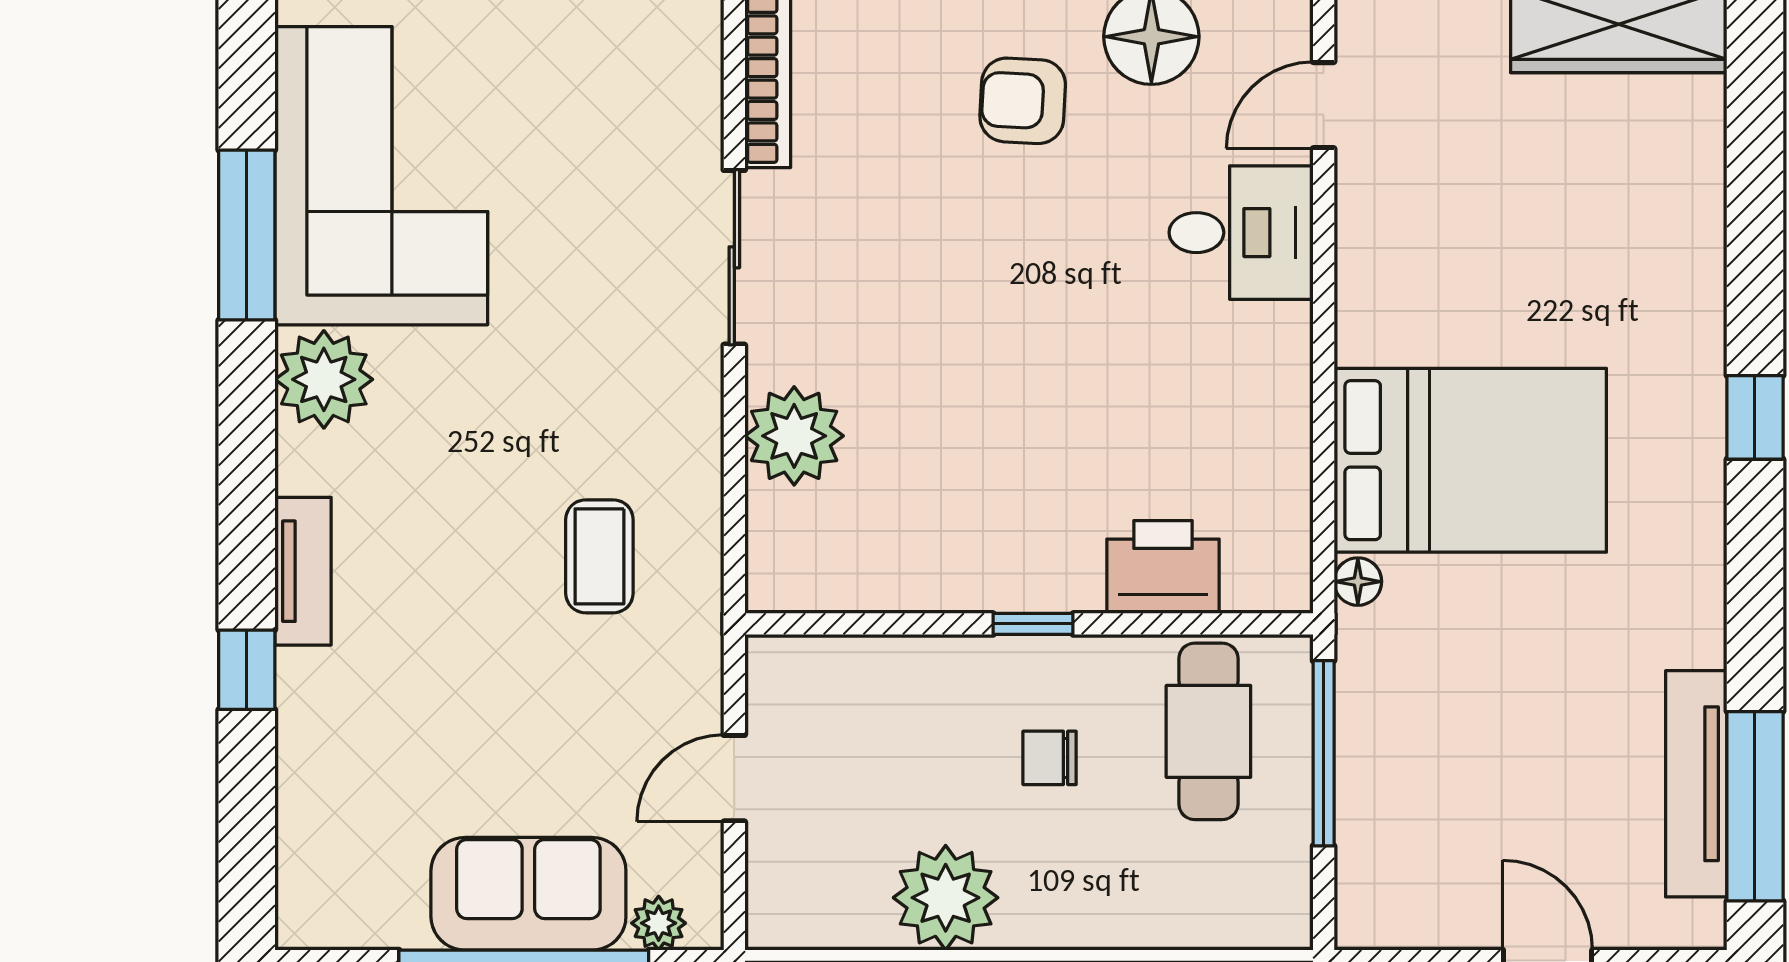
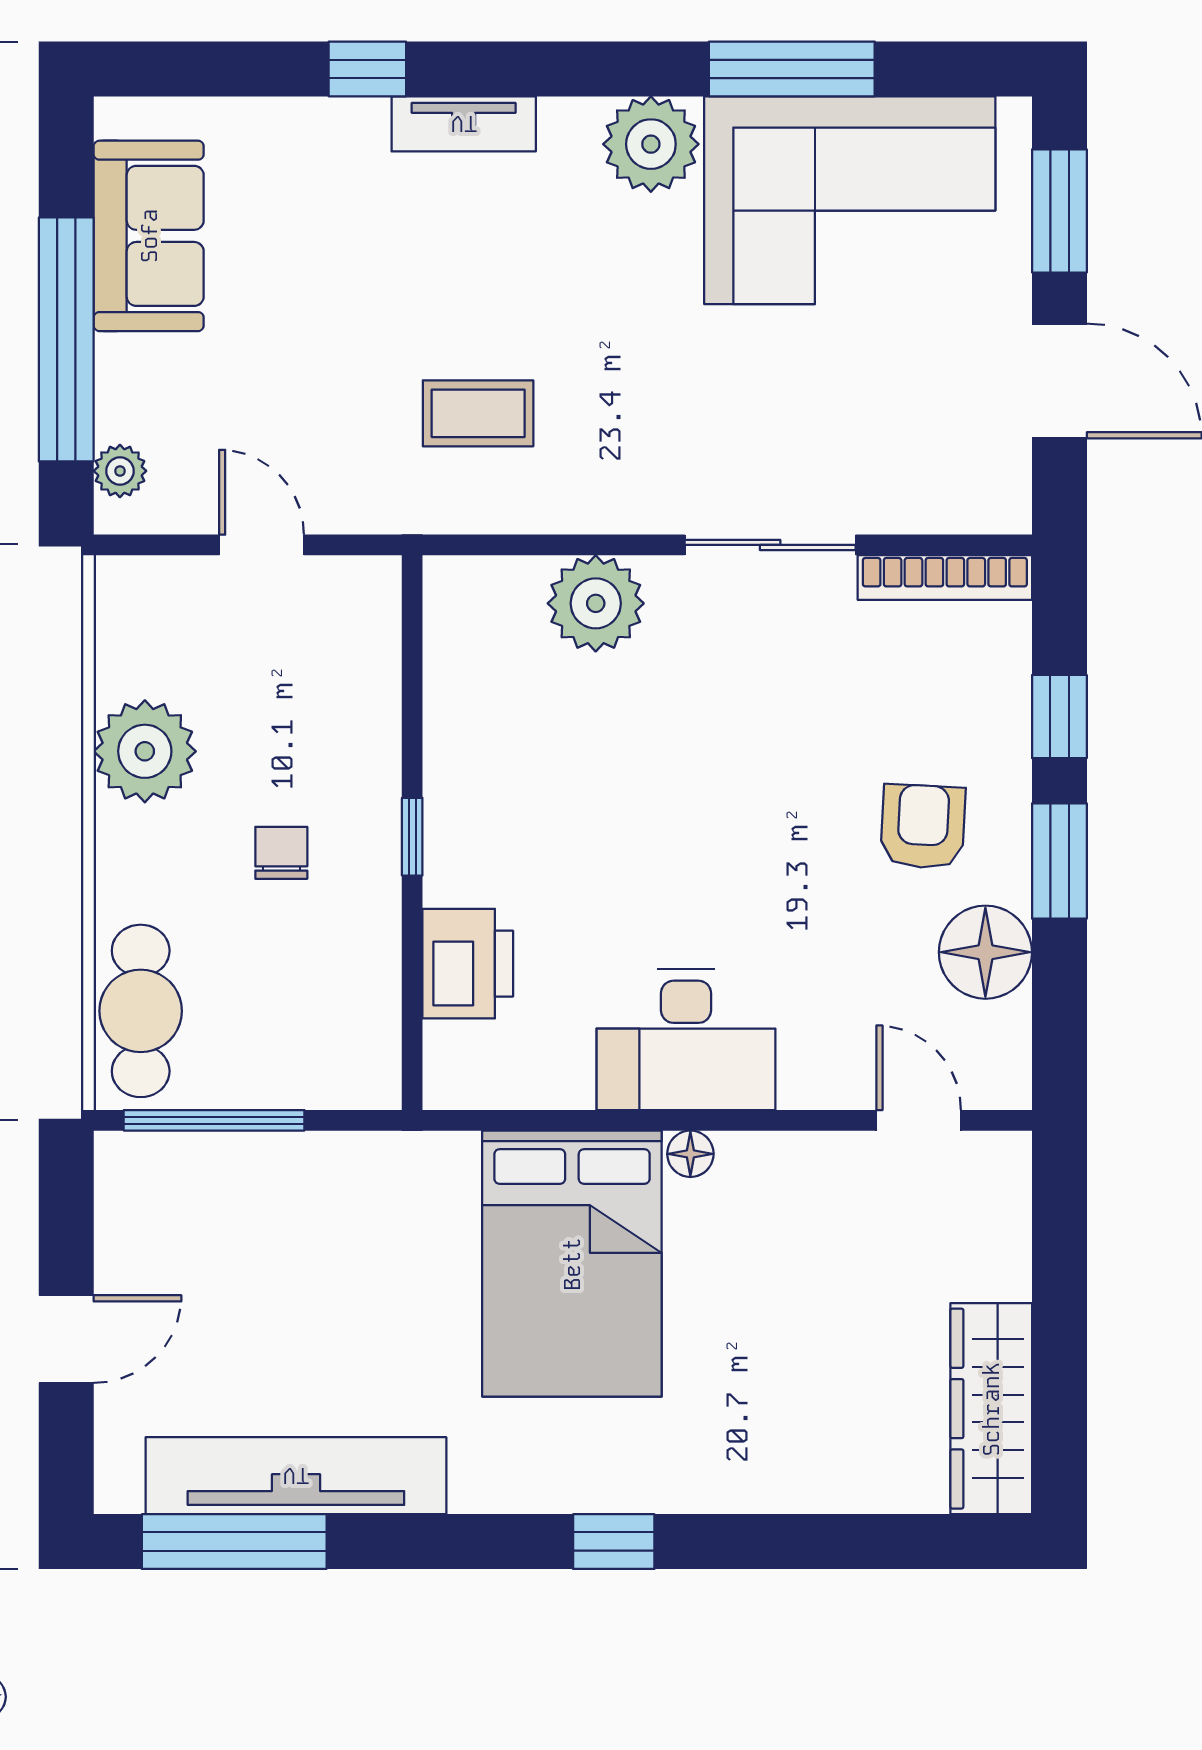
desk: (1241, 233) -> (686, 1040), moved, width x1.37
floor lamp: (1358, 582) -> (690, 1154), moved
cafe table: (1208, 731) -> (141, 1011), moved, turned 90
window: (1324, 753) -> (214, 1120), moved
tv unit: (1696, 784) -> (296, 1476), width x1.36, depth x1.29
sofa: (528, 894) -> (149, 236), moved

